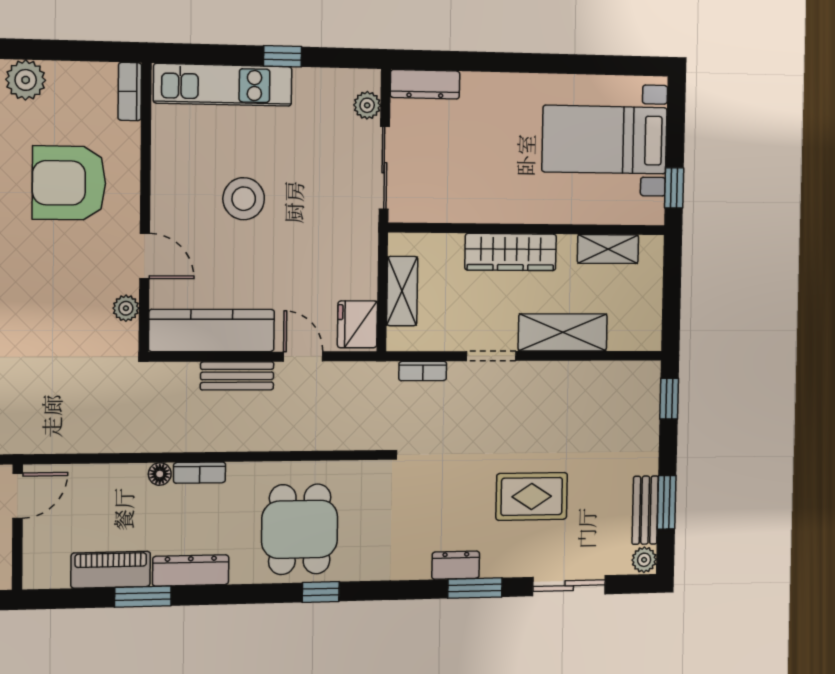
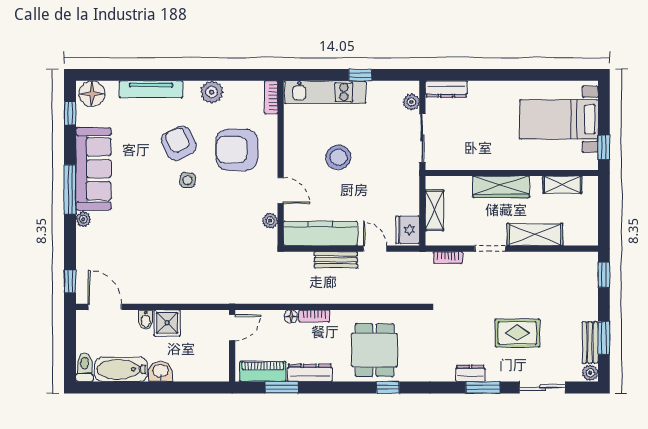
door: (18, 496) -> (232, 328), moved
wall: (17, 527) -> (232, 346), moved

